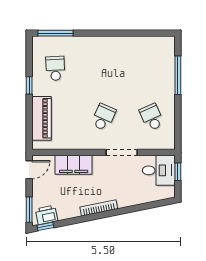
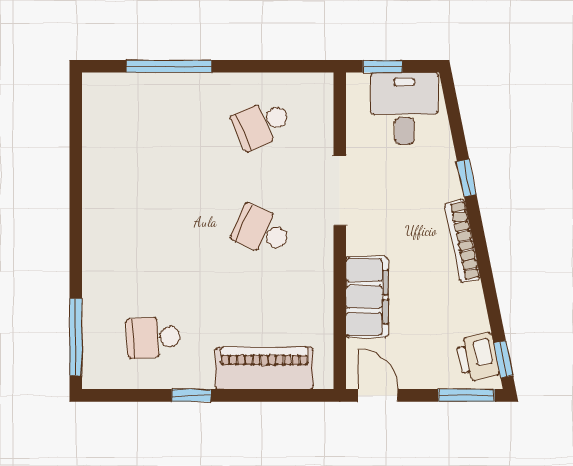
desk: (159, 170) -> (404, 109), moved
window: (127, 210) -> (467, 178), added

